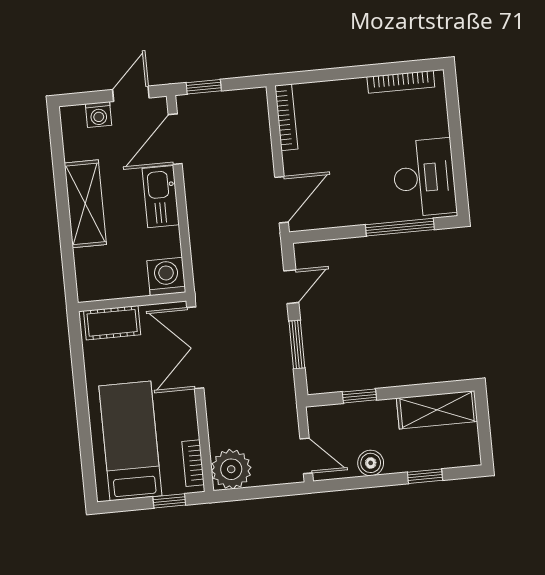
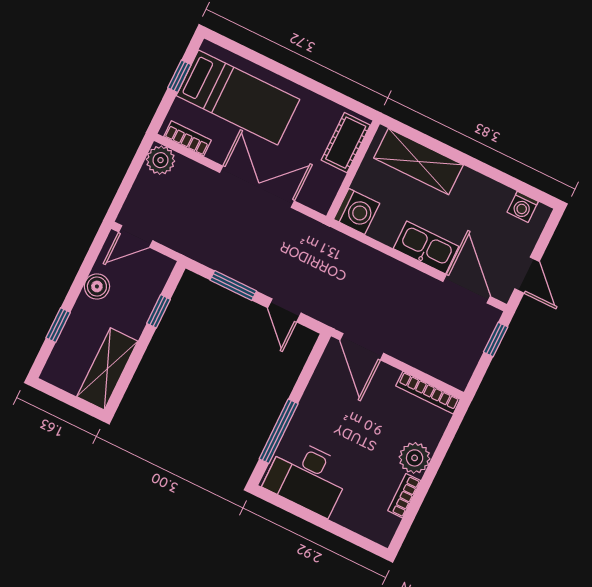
bookcase: (401, 82) -> (404, 496), width x0.64
plant: (350, 94) -> (415, 458), added
washing machine: (99, 115) -> (523, 207), moved, turned -90
shelving: (85, 204) -> (419, 162), moved
double door: (195, 348) -> (257, 187), moved
plant: (231, 469) -> (161, 160), width x0.73, depth x0.73
window: (169, 501) -> (179, 76), moved

